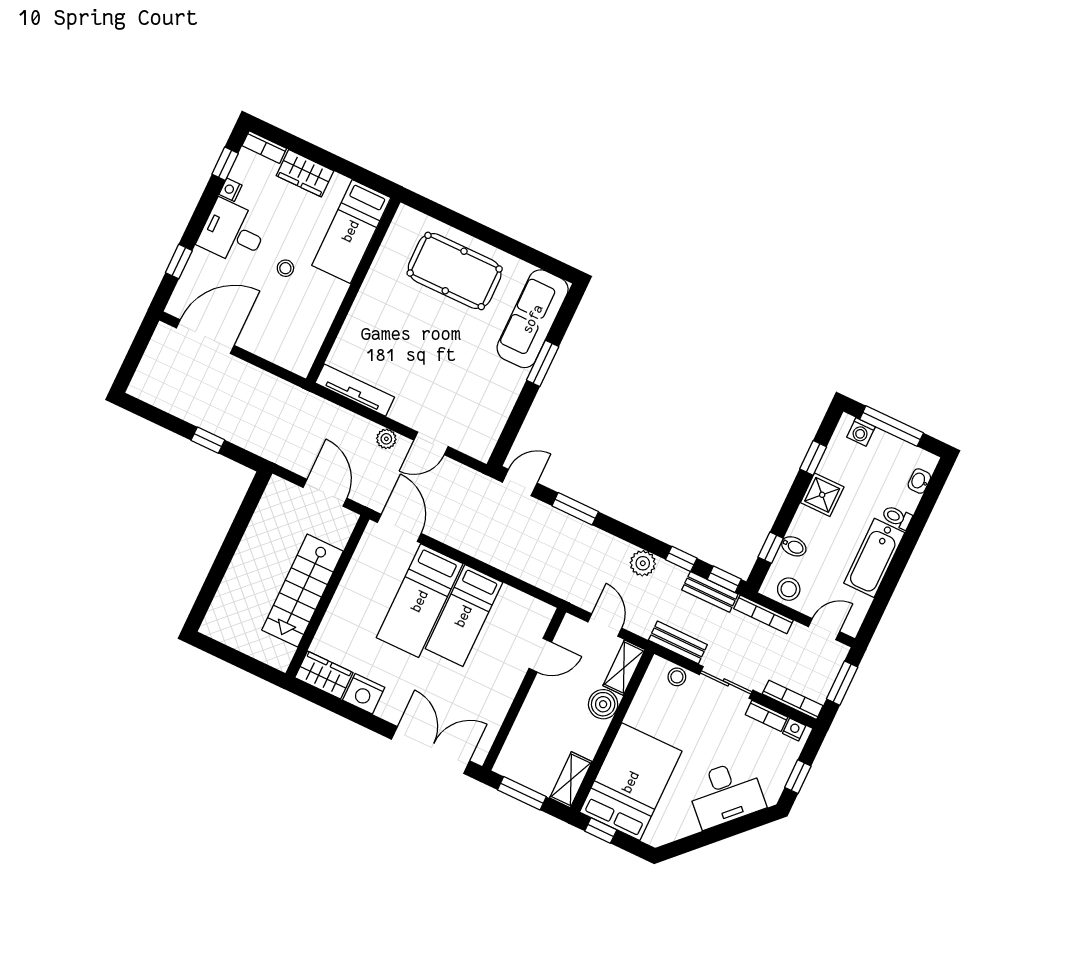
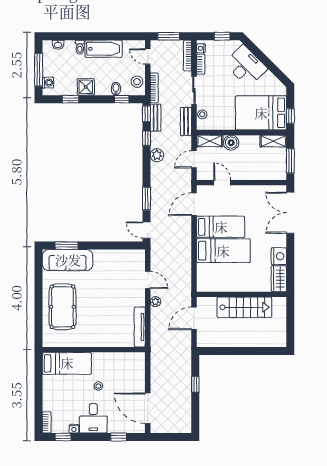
wardrobe: (305, 173) -> (50, 398), removed
window: (543, 363) -> (67, 246), moved
door: (399, 528) -> (194, 204), moved

